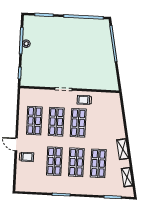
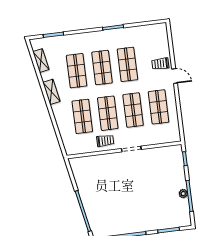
shop shelf: (100, 124) -> (82, 116), added

